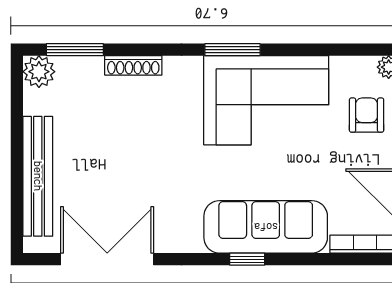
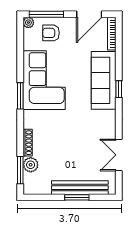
plant: (39, 72) -> (31, 165), moved
window: (17, 170) -> (77, 197), added
double door: (107, 259) -> (119, 155), width x0.73

